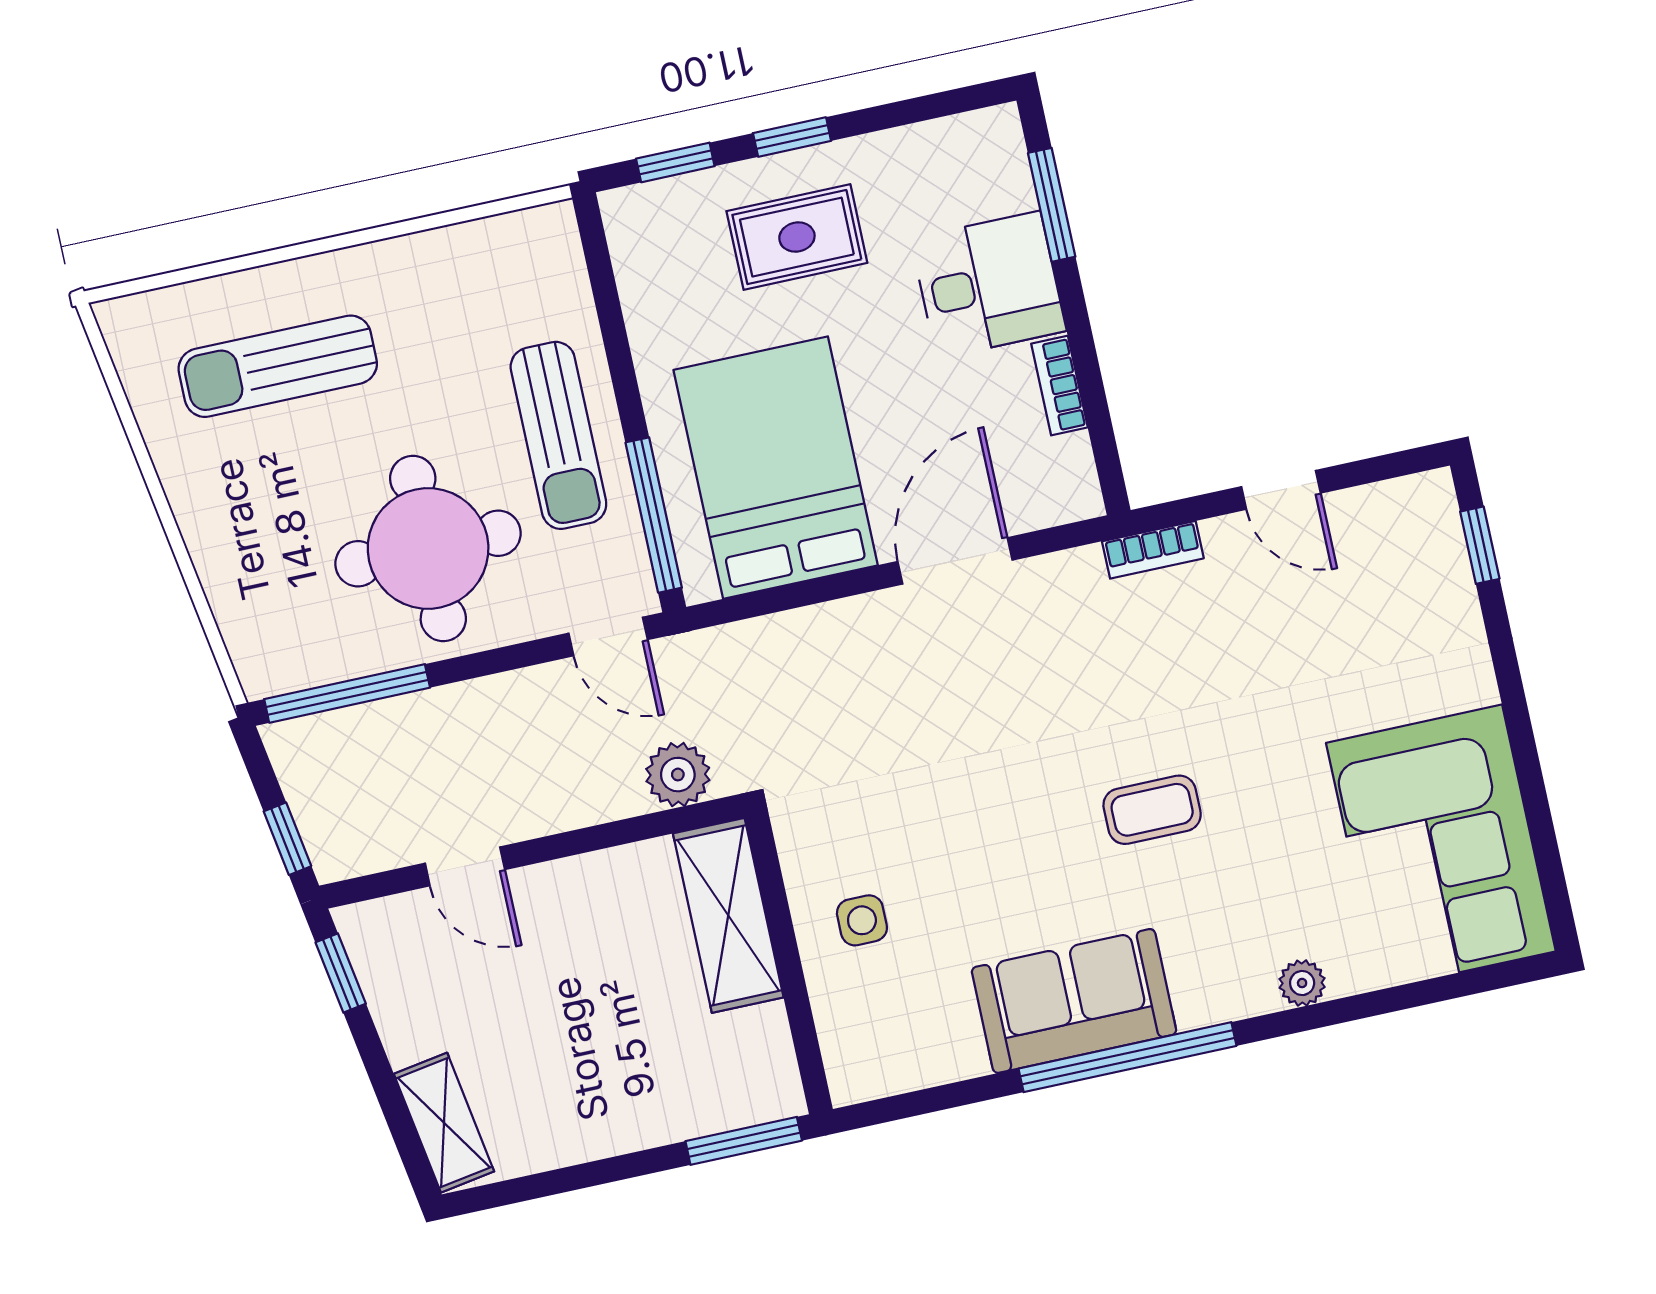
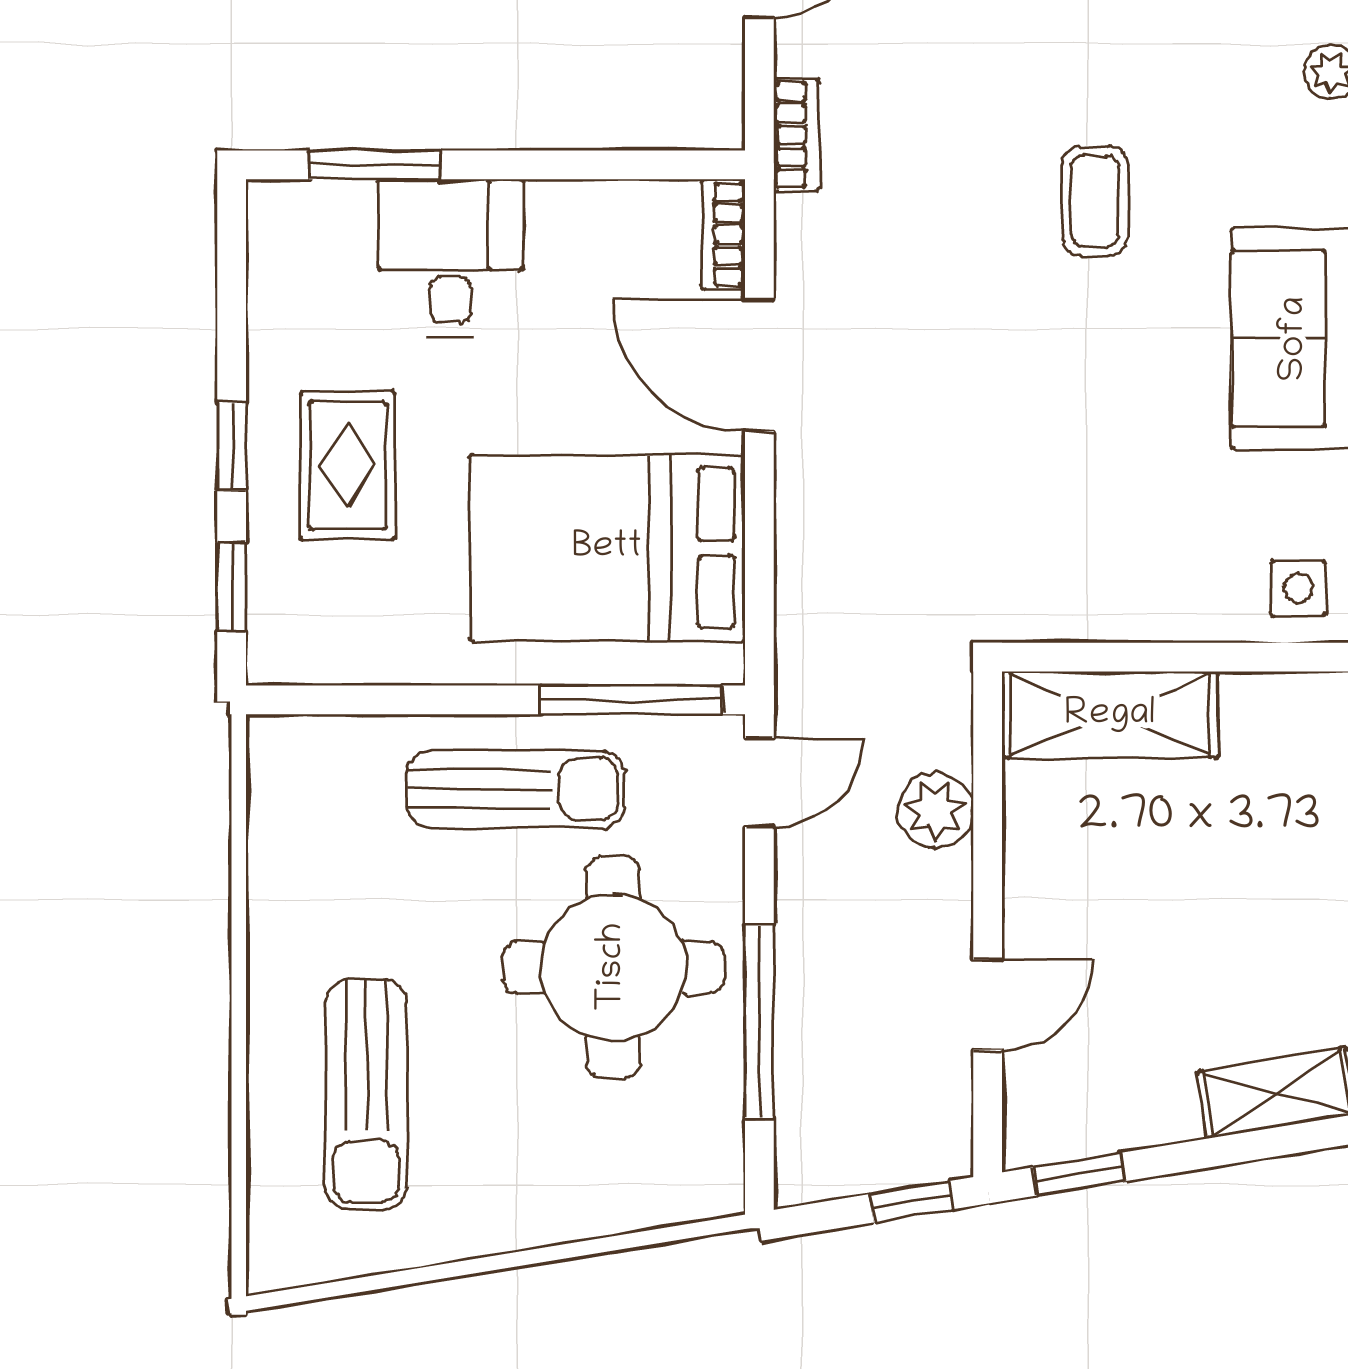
bookcase: (1059, 386) -> (723, 234), moved, turned 90
window: (347, 693) -> (759, 1021), moved
plant: (678, 775) -> (936, 811), moved
side table: (862, 920) -> (1299, 588), moved

